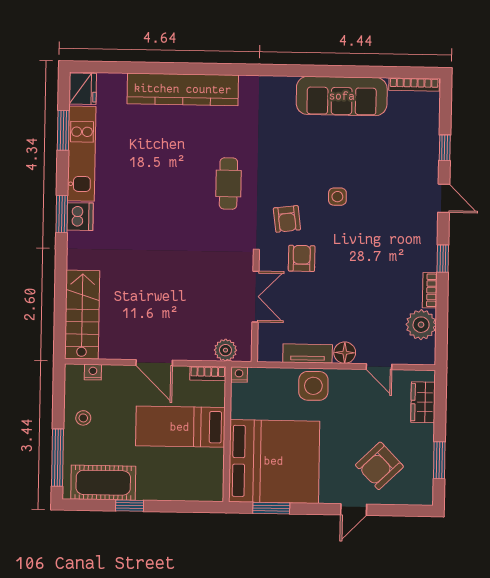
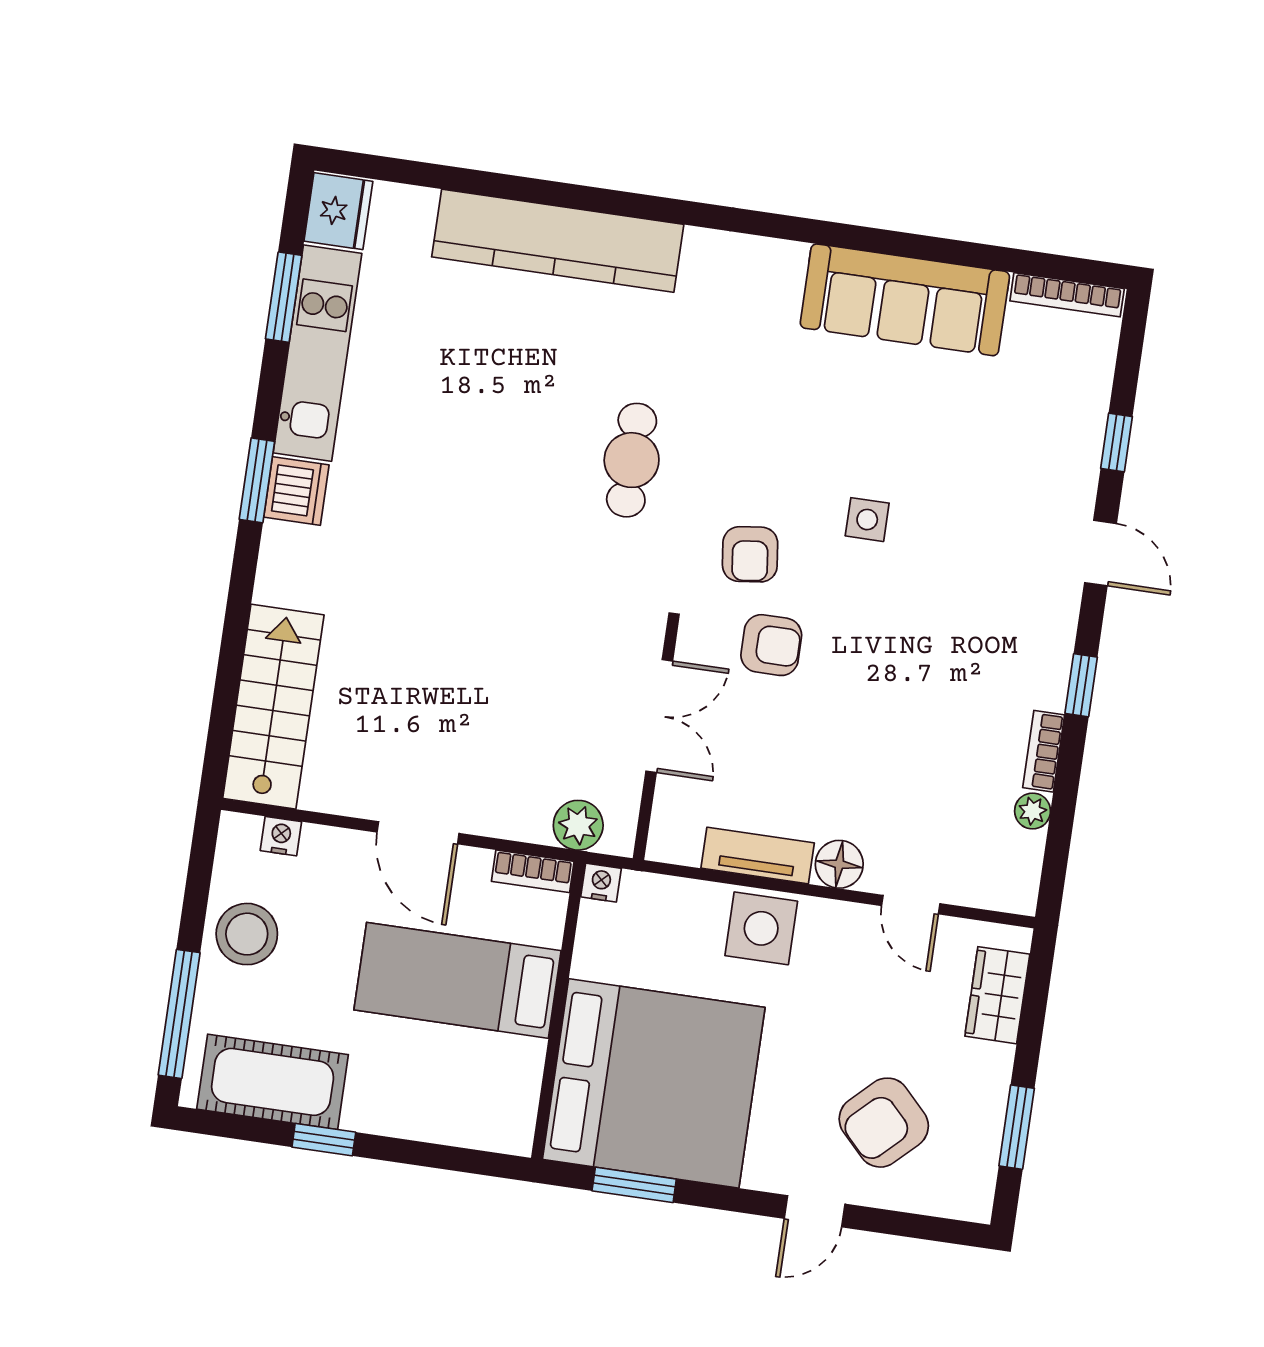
armchair: (302, 258) -> (771, 645), turned 90
plant: (421, 325) -> (1033, 811), width x0.53, depth x0.53
stool: (83, 418) -> (247, 934), width x1.89, depth x1.89

